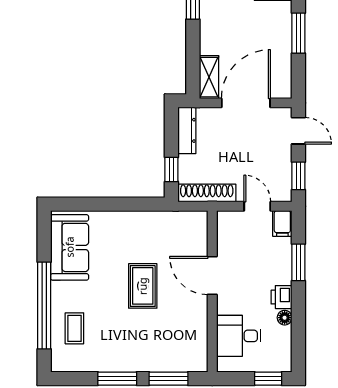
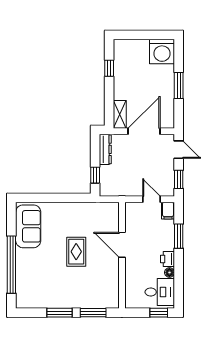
shoe rack: (207, 193) -> (118, 191), removed
coffee table: (74, 328) -> (31, 280), removed
desk: (239, 336) -> (160, 292), moved, turned 180

